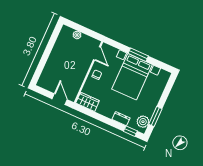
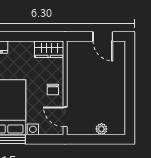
door: (60, 99) -> (103, 36), moved

